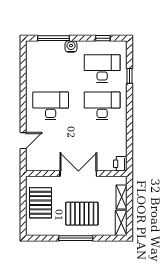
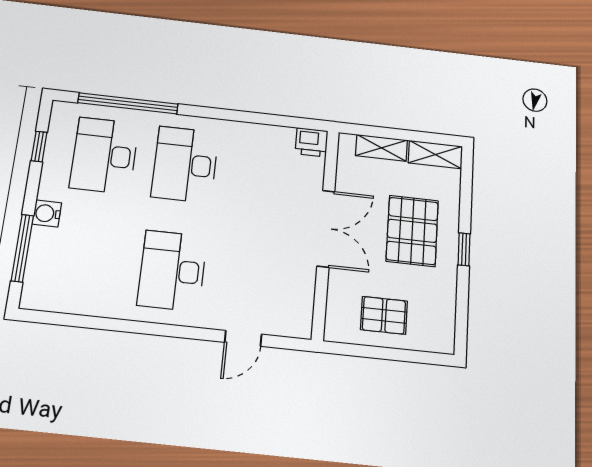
window: (129, 76) -> (128, 103), width x3.17
door: (23, 141) -> (243, 338), swing flipped
double door: (78, 174) -> (326, 229), swing flipped
pallet: (40, 203) -> (384, 315), width x0.67, depth x0.71
window: (76, 238) -> (464, 249), width x0.46

